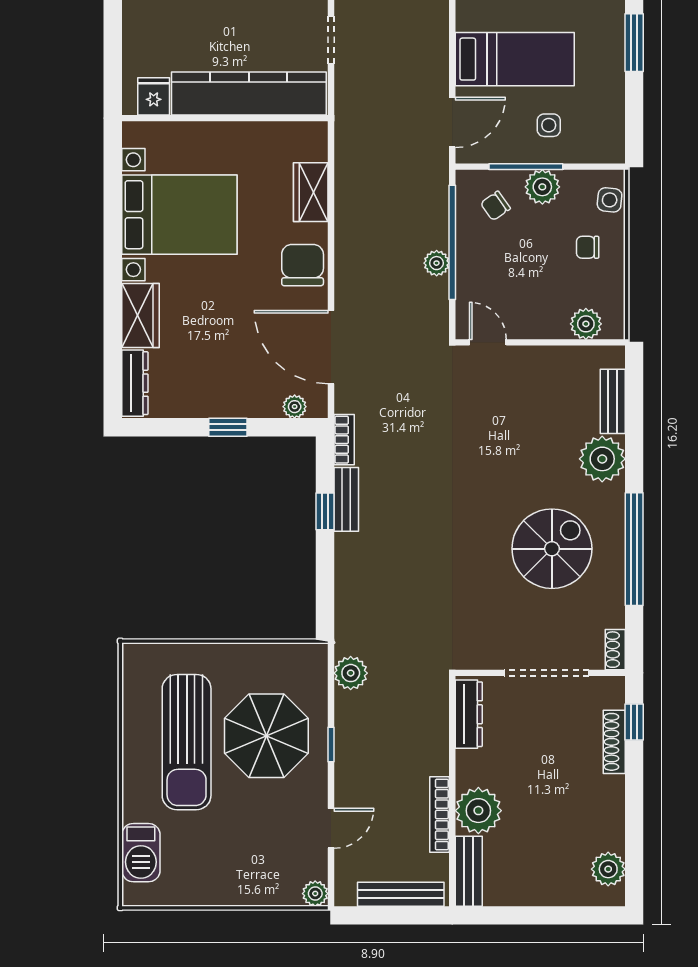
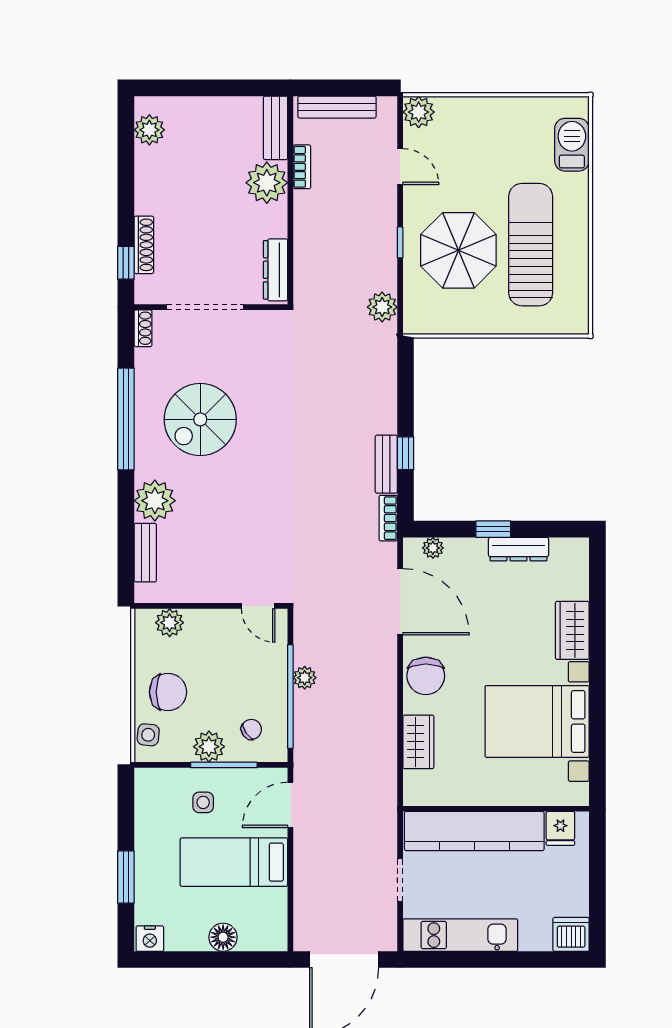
chair: (588, 247) -> (168, 692), width x1.87, depth x1.87
dresser: (135, 383) -> (519, 549), moved, turned -90
bookcase: (440, 815) -> (302, 167), width x0.64
door: (331, 828) -> (400, 167), swing flipped
plant: (315, 894) -> (419, 112), width x1.38, depth x1.38

